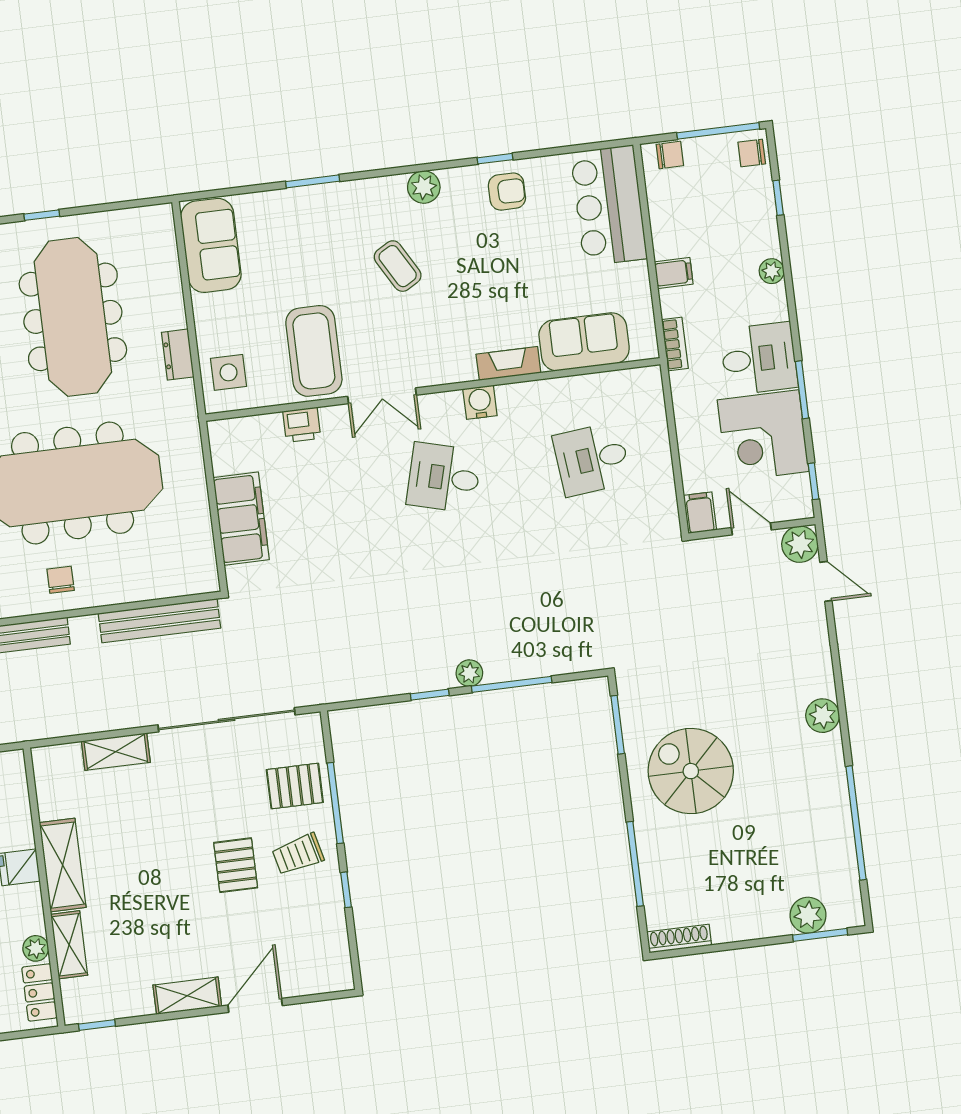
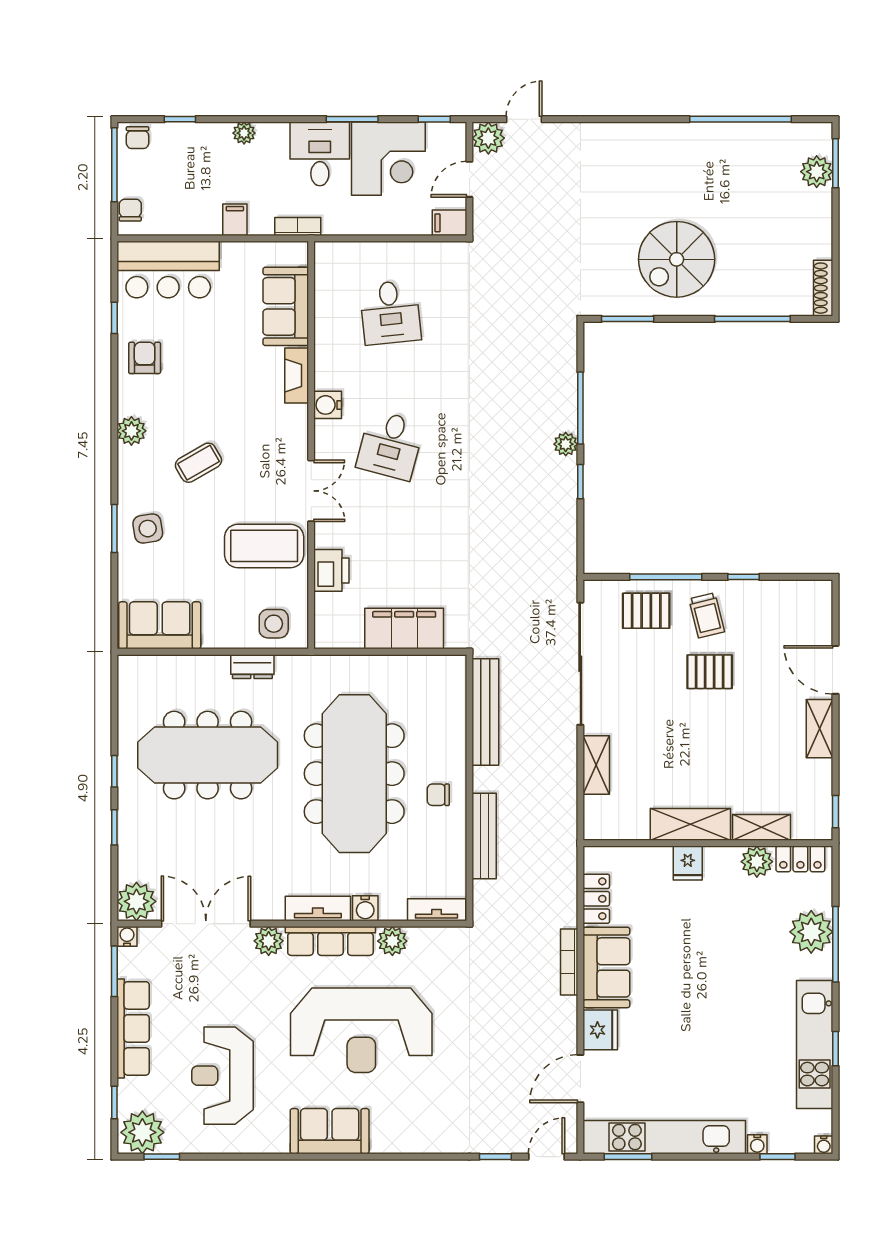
window: (495, 159) -> (114, 318), moved
side table: (317, 219) -> (148, 529), added
printer: (302, 425) -> (331, 570), width x1.36, depth x1.24
plant: (823, 716) -> (642, 137), removed
pallet: (295, 786) -> (646, 611), turned 90
plant: (36, 948) -> (757, 862), width x1.38, depth x1.38

